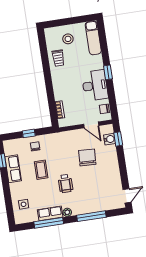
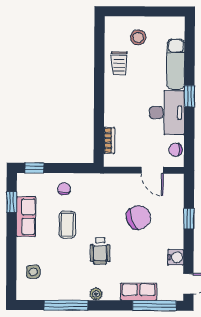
exam couch: (93, 38) -> (176, 64), moved
window: (29, 133) -> (34, 168), moved
water cooler: (110, 139) -> (176, 257), moved
window: (118, 139) -> (189, 219), moved
chair: (87, 157) -> (139, 217), turned 65
row of seats: (50, 213) -> (139, 292), moved
window: (91, 216) -> (154, 306), moved

